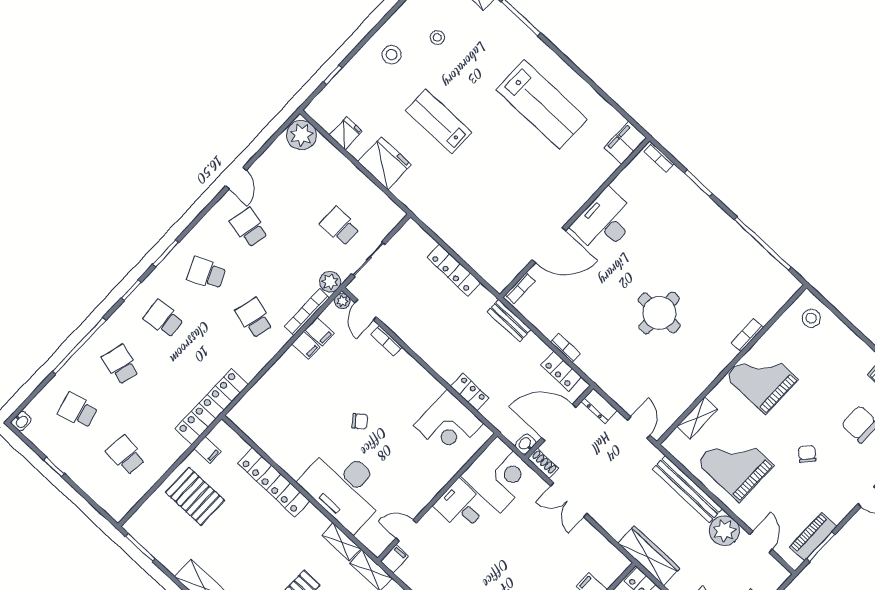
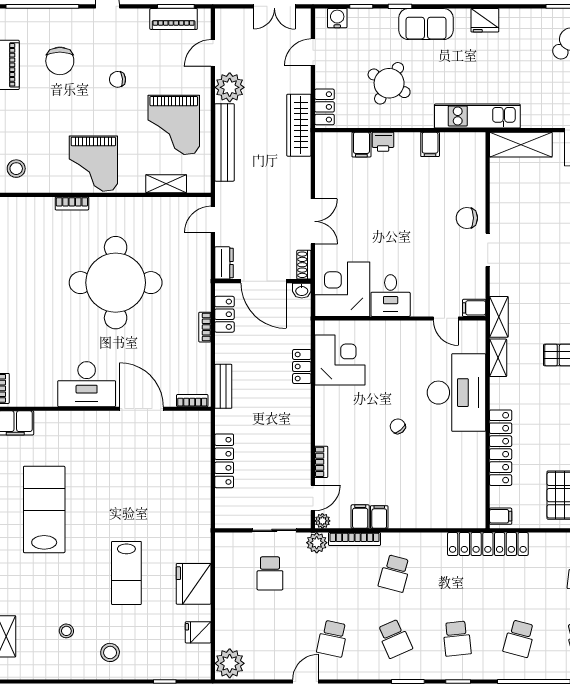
round table: (659, 313) -> (116, 283), width x1.86, depth x1.86
filing cabinet: (208, 450) -> (501, 516), moved, turned 90
chair: (807, 454) -> (118, 79), turned 43

